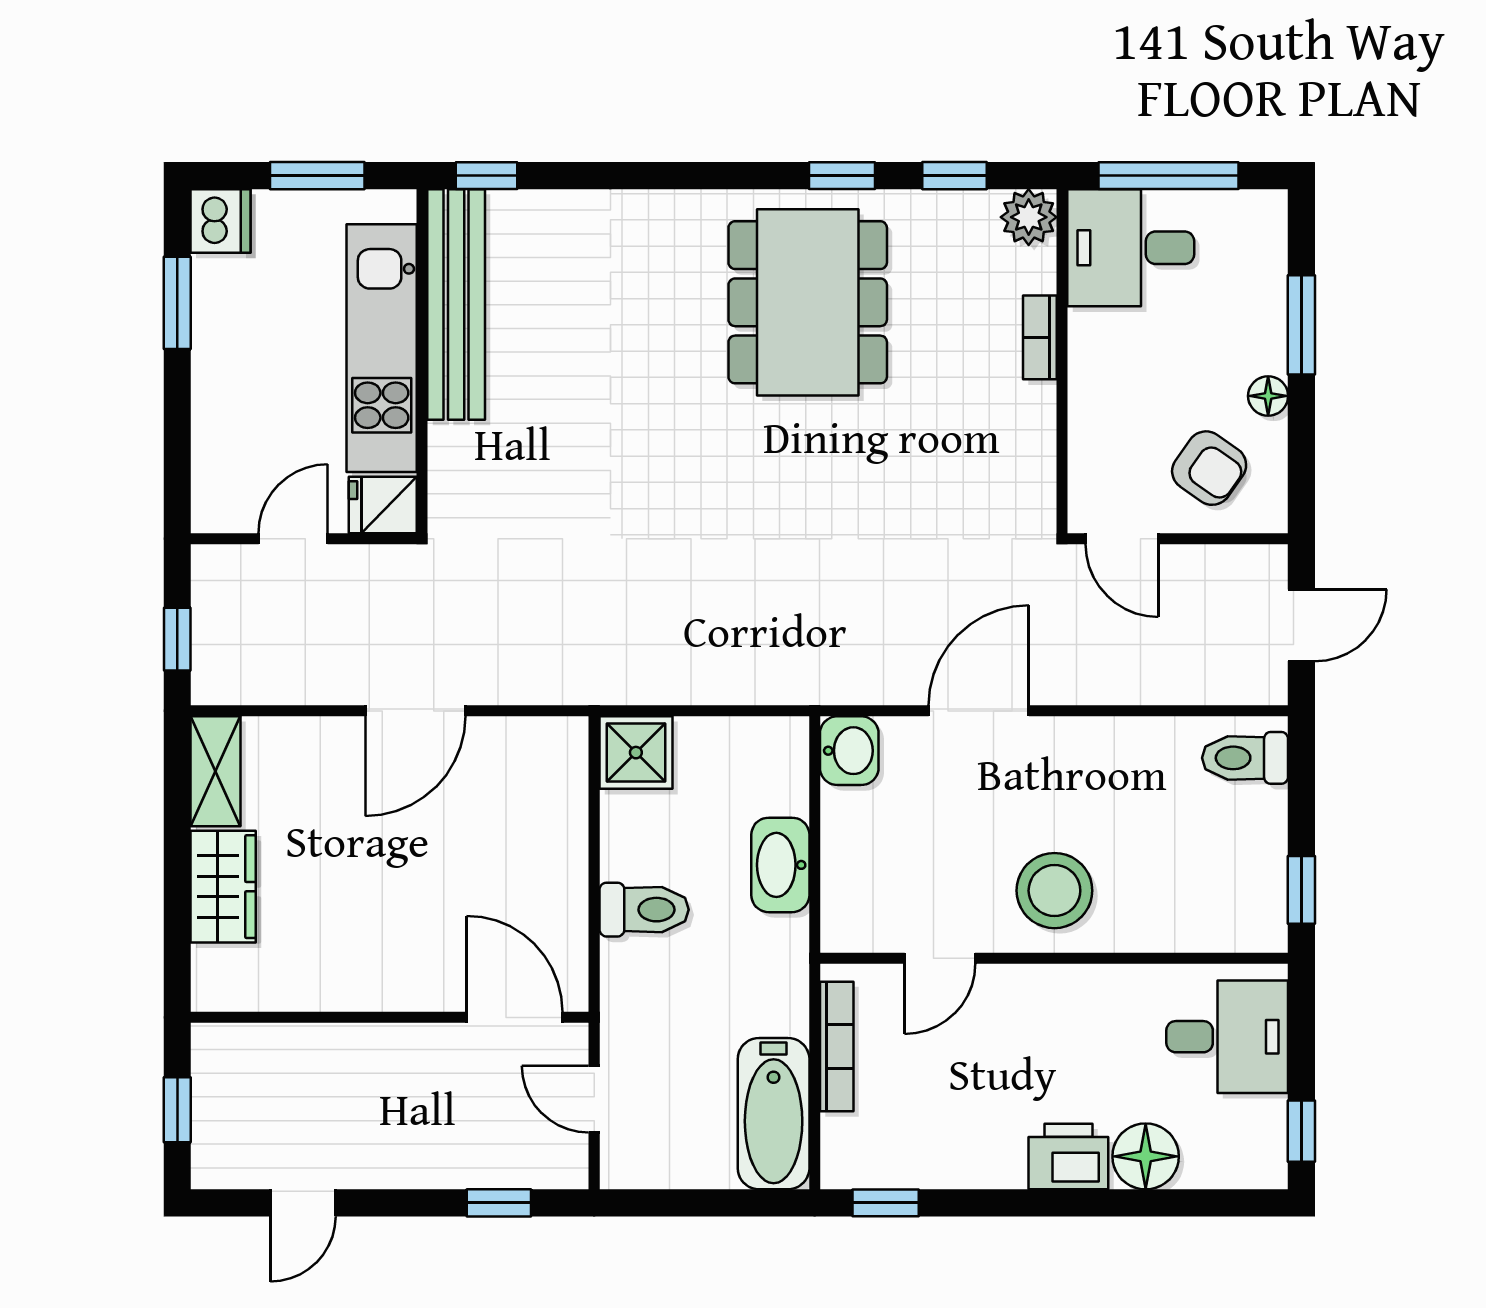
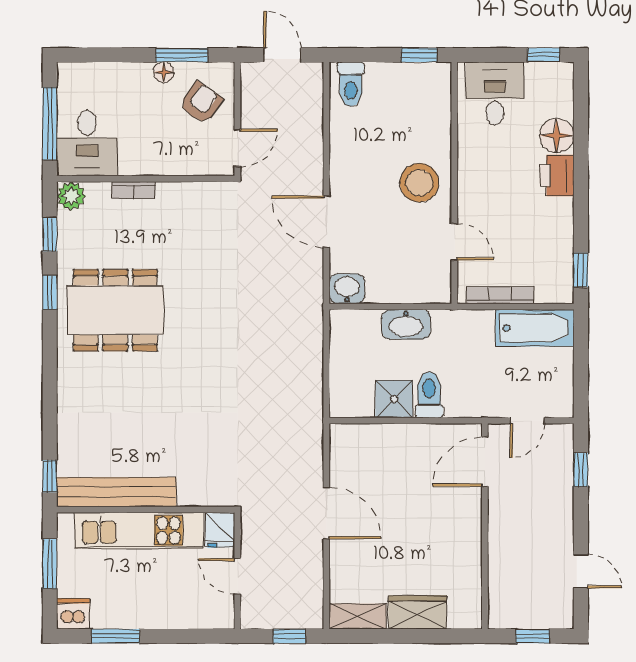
window: (1301, 325) -> (182, 55), moved
shower: (636, 753) -> (394, 399), moved

